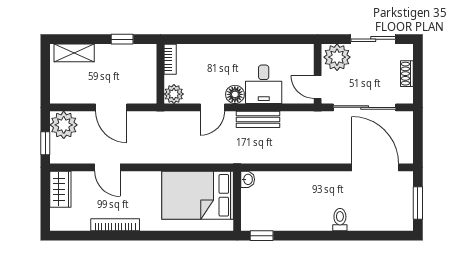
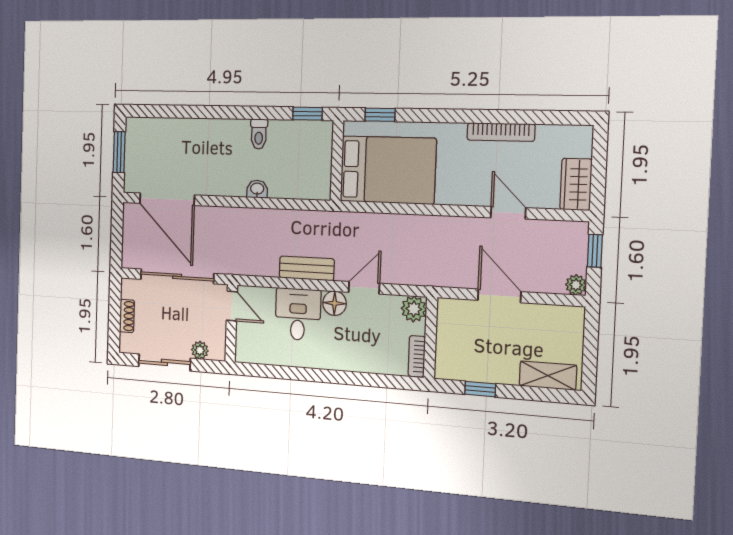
plant: (337, 57) -> (200, 350), width x0.53, depth x0.53
plant: (64, 125) -> (576, 285), width x0.53, depth x0.53
washbasin: (248, 179) -> (257, 189), moved, turned 90
toilet: (340, 220) -> (259, 134), moved
window: (205, 236) -> (380, 115), added

